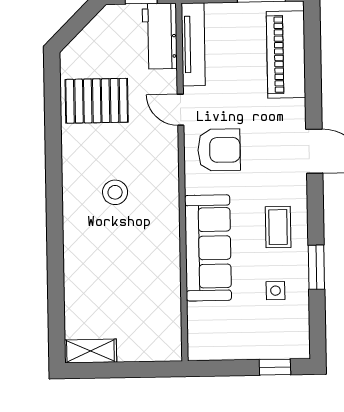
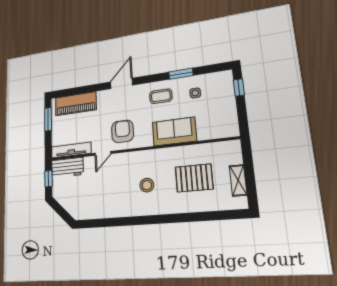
pallet: (97, 101) -> (194, 178), moved, turned 90
sofa: (208, 248) -> (174, 132), width x0.73
shelving: (90, 351) -> (238, 180), moved

